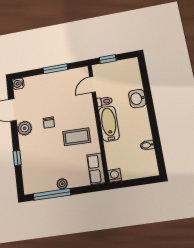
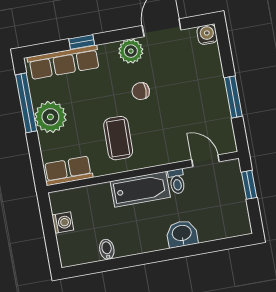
row of seats: (29, 169) -> (64, 62), added
washing machine: (115, 175) -> (63, 223), moved
plant: (62, 184) -> (50, 117), width x1.87, depth x1.87

